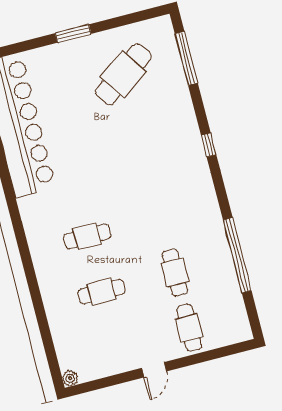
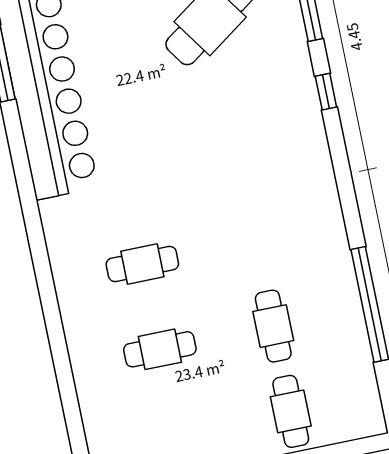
window: (209, 145) -> (326, 92), moved

